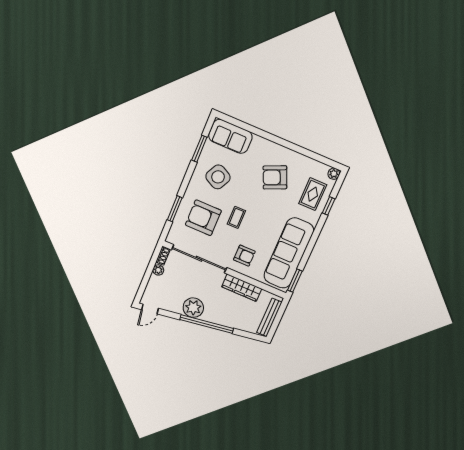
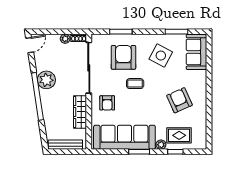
plant: (334, 174) -> (161, 145), moved
window: (295, 281) -> (139, 152), moved
door: (150, 309) -> (30, 45), swing flipped

